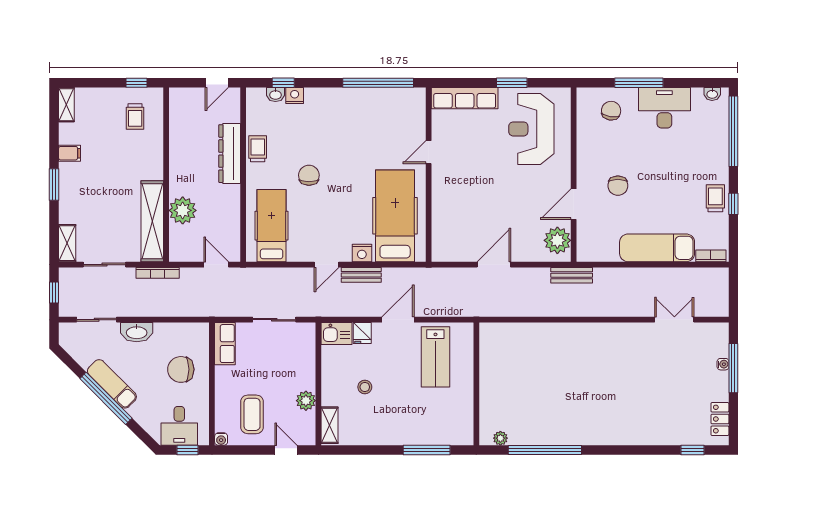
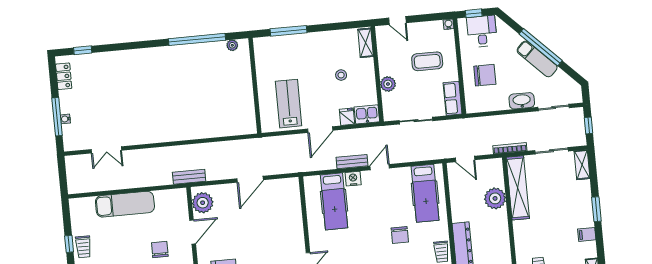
hospital bed: (395, 216) -> (334, 201), width x0.73, depth x0.78
bookcase: (711, 256) -> (83, 202), removed
plant: (306, 401) -> (388, 84), moved
coffee table: (252, 414) -> (427, 61), moved, turned 90

